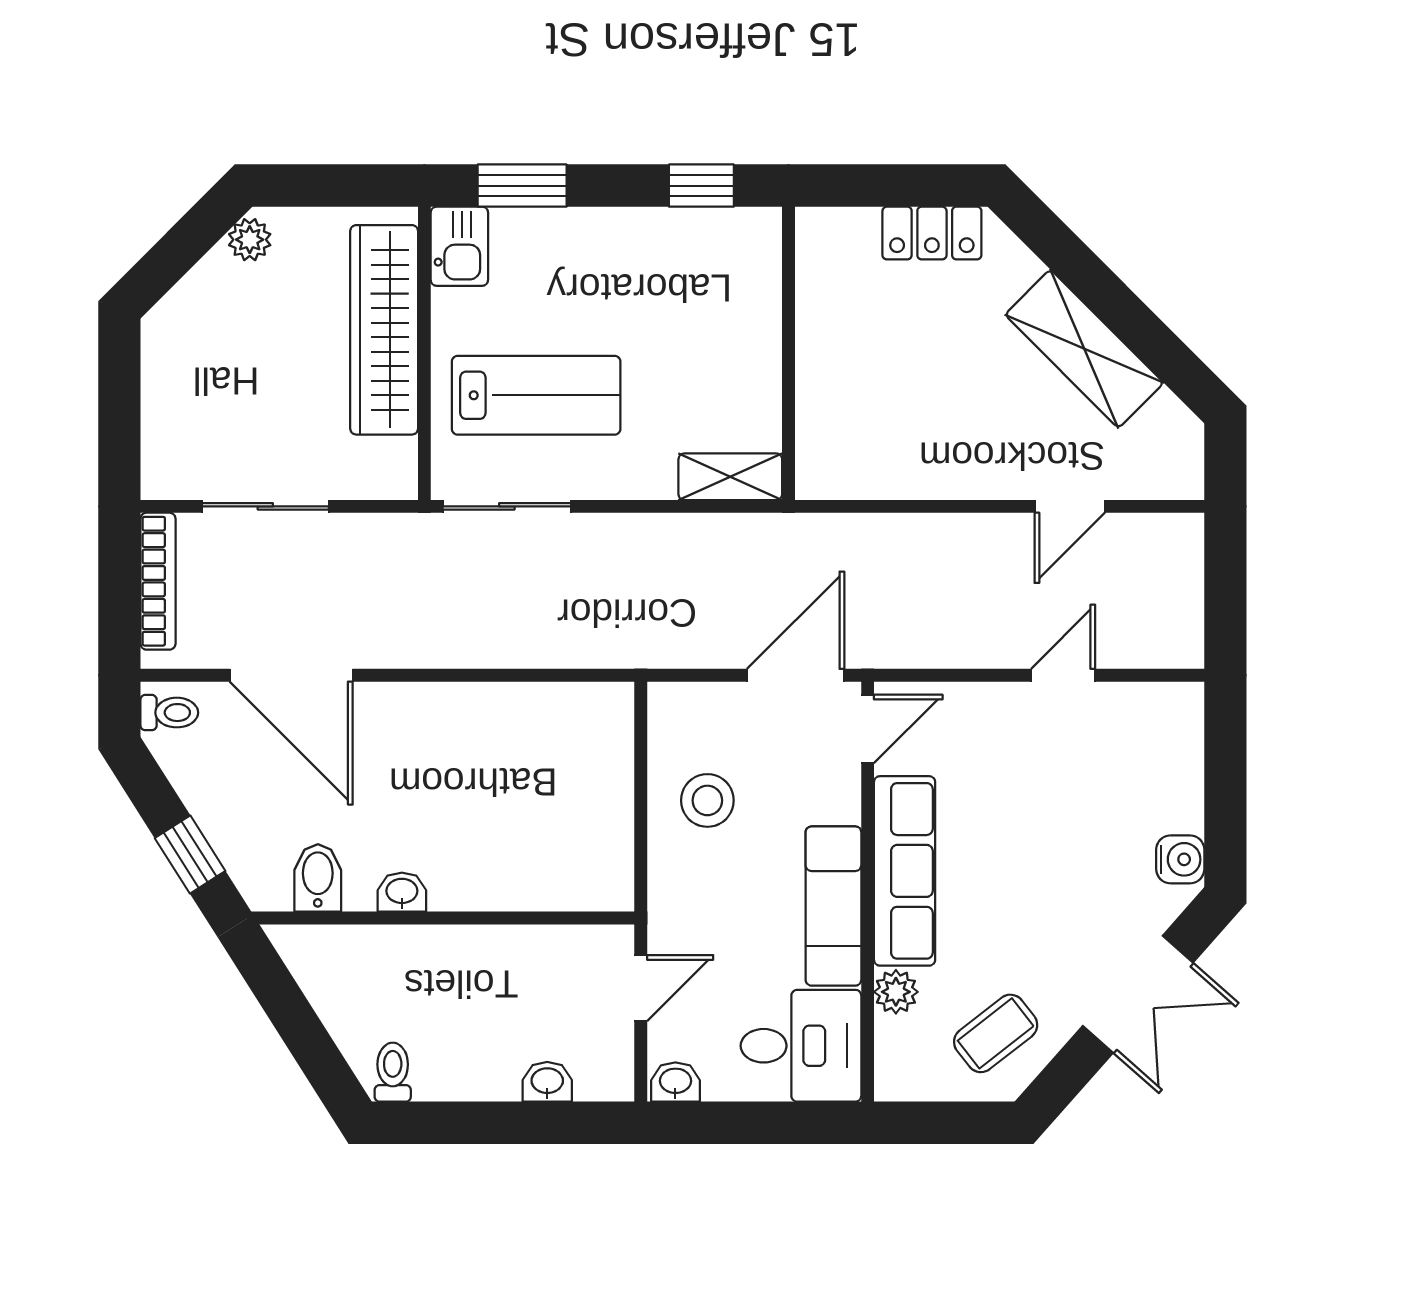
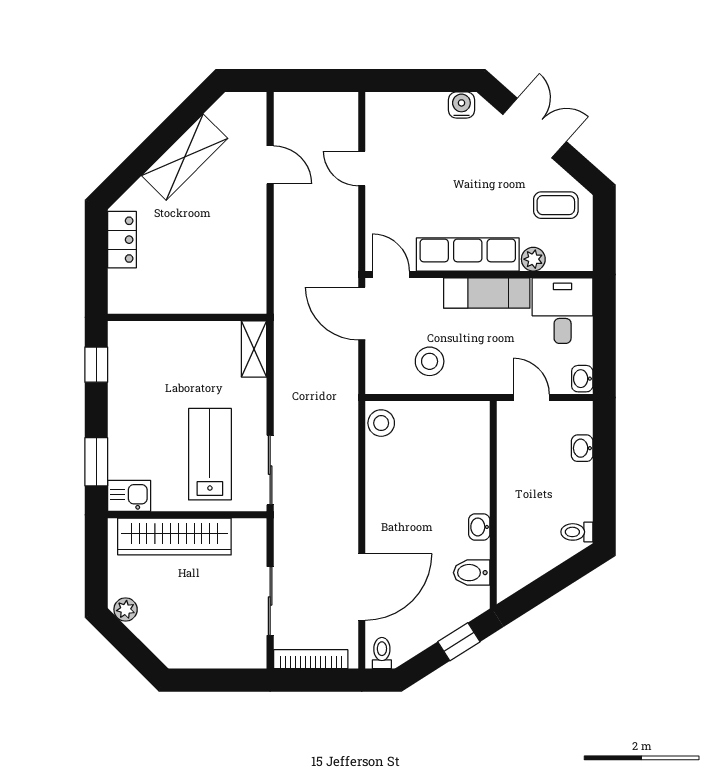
stool: (594, 711) -> (381, 423), added
coffee table: (996, 1033) -> (556, 205), turned -52

